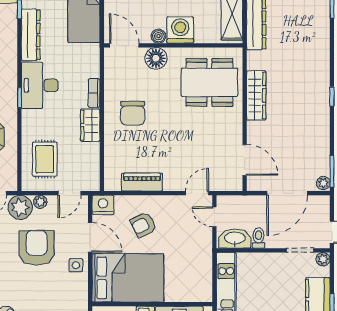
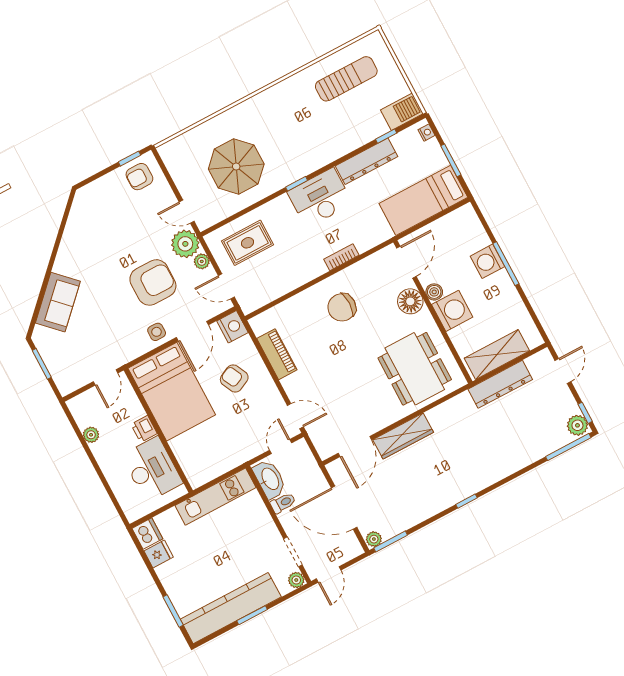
wardrobe: (256, 95) -> (403, 436), moved
wardrobe: (90, 125) -> (307, 271), removed

